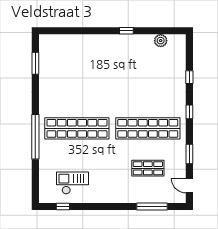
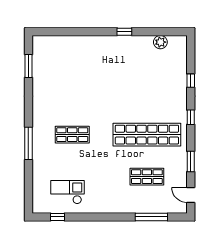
shop shelf: (77, 128) -> (72, 135), width x0.50, depth x0.74
window: (35, 137) -> (28, 143), width x0.68

